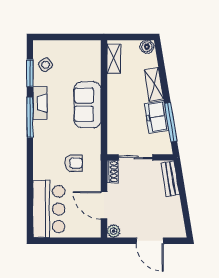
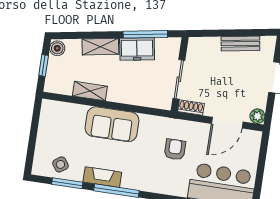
window: (130, 37) -> (44, 65), added
shelving: (114, 59) -> (90, 91), moved
bench: (170, 179) -> (240, 44), moved

